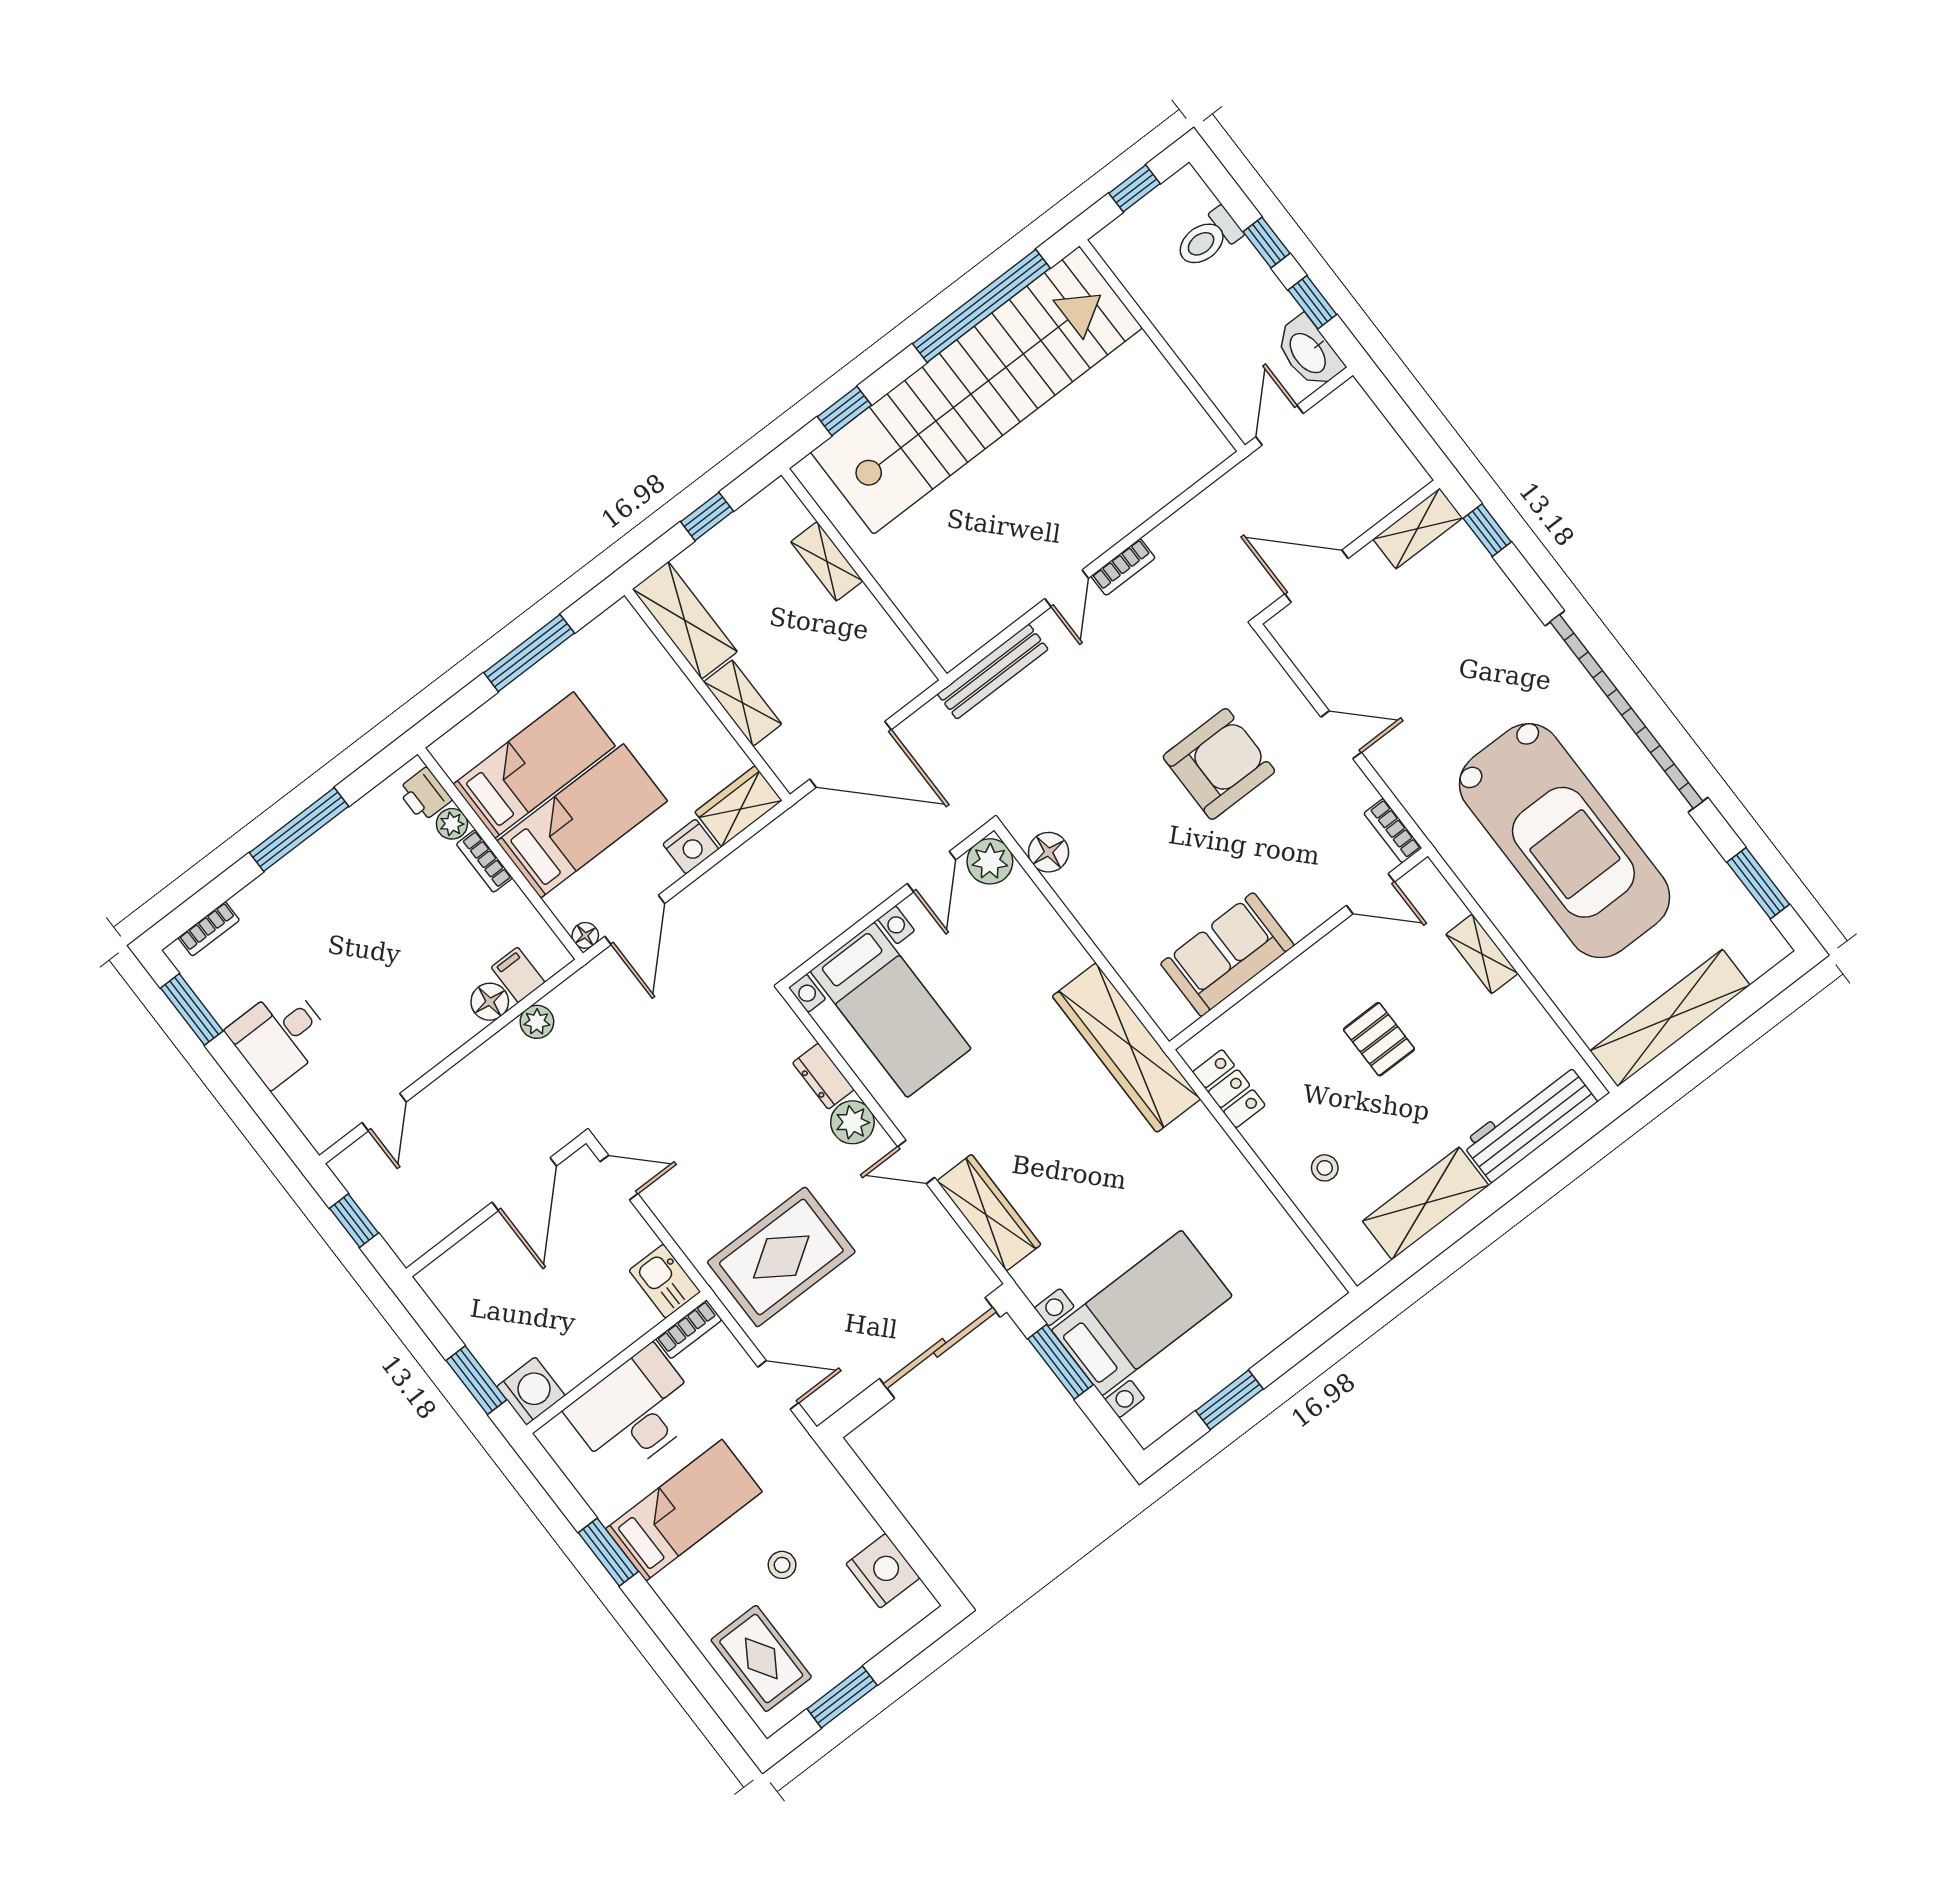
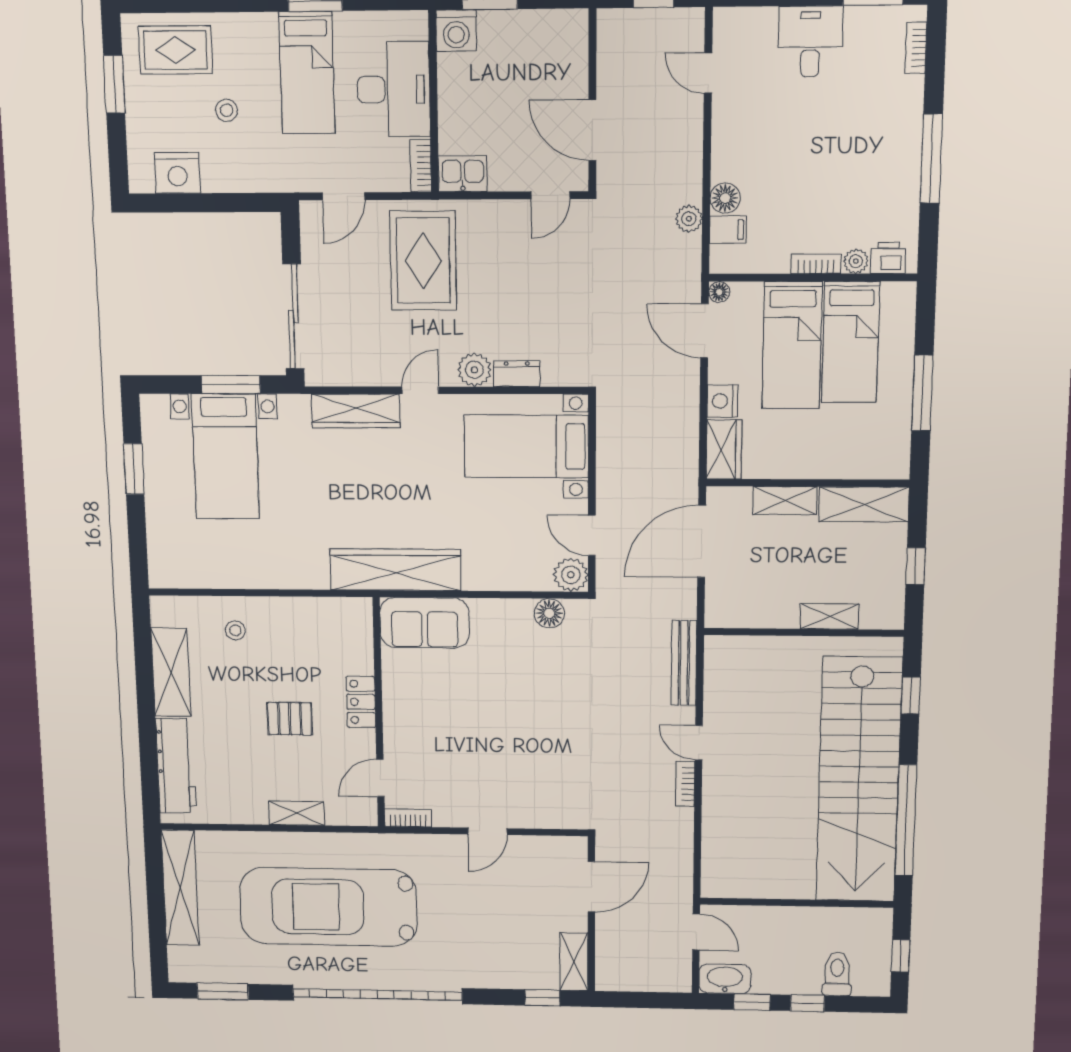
armchair: (1219, 764) -> (525, 751), removed
sofa: (1227, 955) -> (425, 623), moved, turned 90
locker: (1229, 1089) -> (361, 702), moved, turned 90

